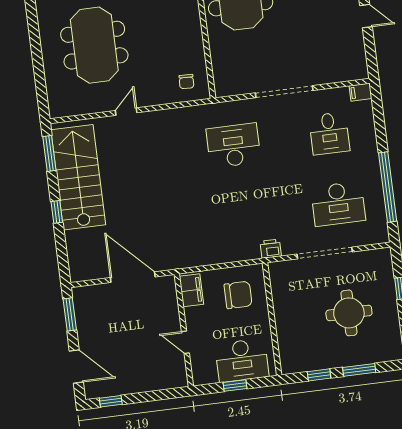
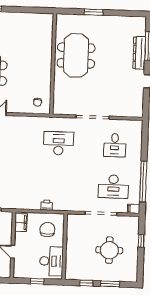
filing cabinet: (360, 92) -> (134, 209), moved
printer: (271, 249) -> (47, 205), moved
chair: (238, 295) -> (47, 230), turned -90
desk: (242, 360) -> (51, 261), moved, turned -90

